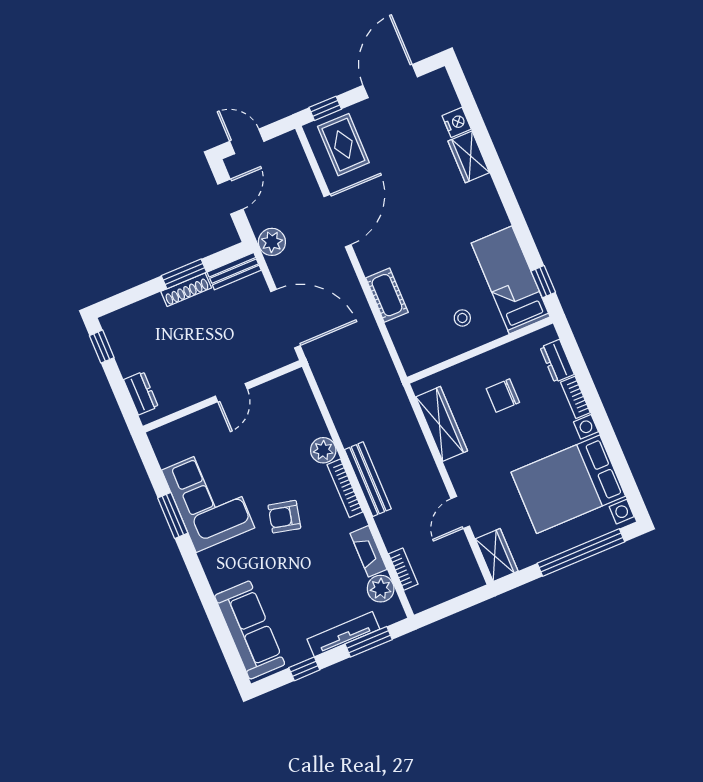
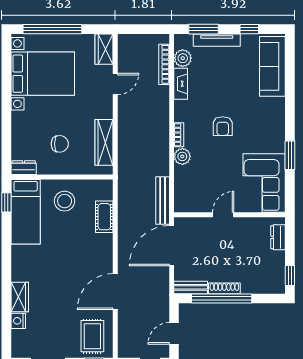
plant: (272, 242) -> (160, 295), removed
window: (184, 274) -> (222, 298), width x2.11
cot: (387, 295) -> (104, 217), moved
stool: (462, 318) -> (65, 201), width x1.89, depth x1.89
door: (285, 319) -> (172, 246), hinge flipped
dresser: (557, 361) -> (24, 168), moved, turned -90
bookcase: (575, 397) -> (16, 124), removed
bench: (368, 479) -> (163, 201), moved
bookcase: (345, 488) -> (179, 135), width x0.64
corner sofa: (208, 499) -> (264, 183), moved
armchair: (284, 517) -> (223, 126), turned 77
bookcase: (403, 569) -> (164, 64), width x1.56

